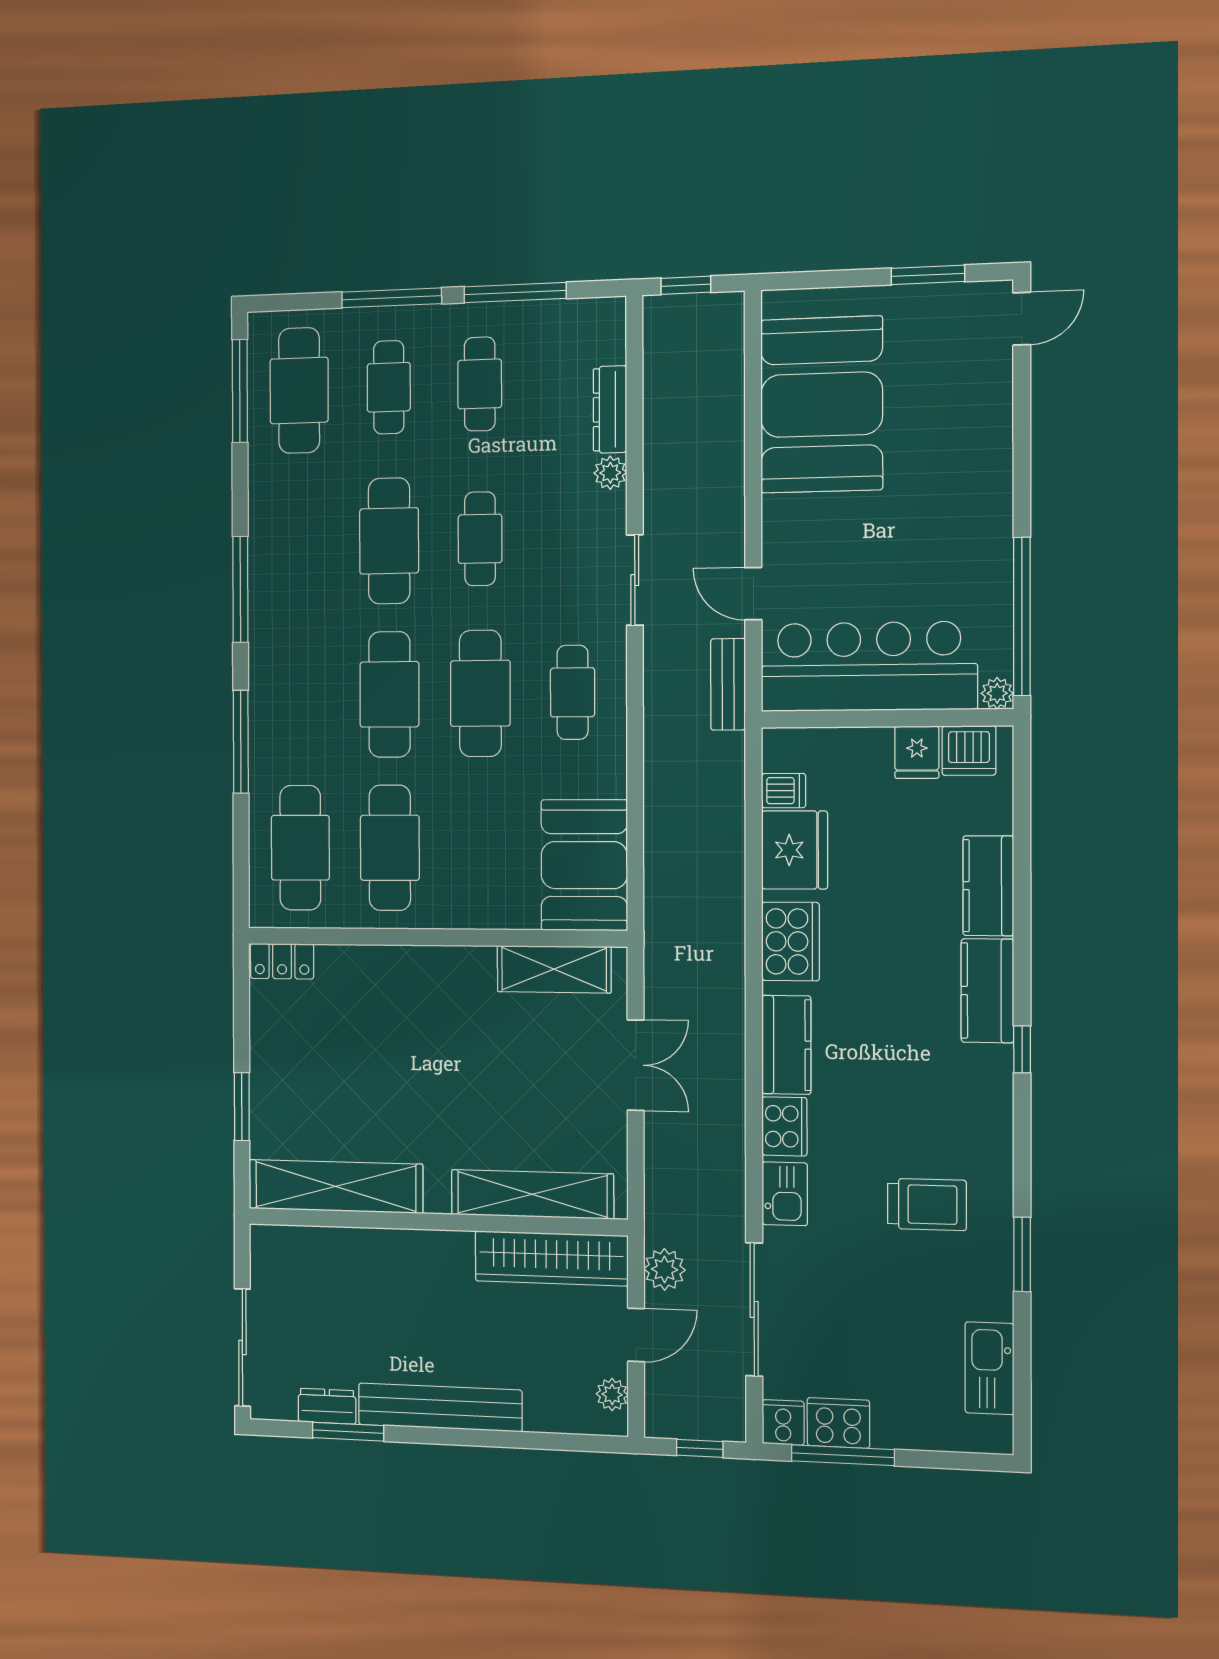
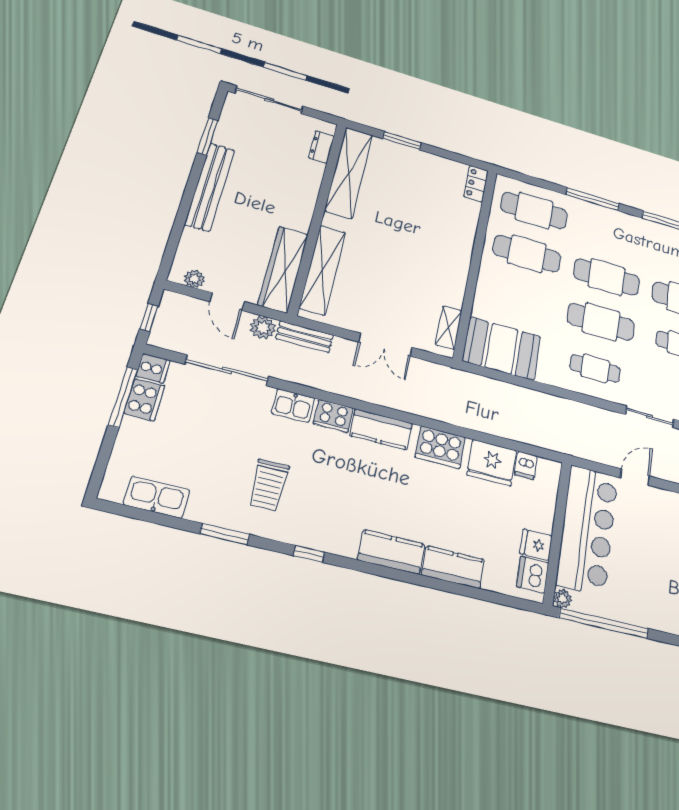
bench: (728, 684) -> (305, 337), moved
shelving: (554, 969) -> (449, 328), width x0.67, depth x0.75
window: (1022, 1049) -> (309, 554), moved
dresser: (327, 1406) -> (321, 147), moved, turned 180

